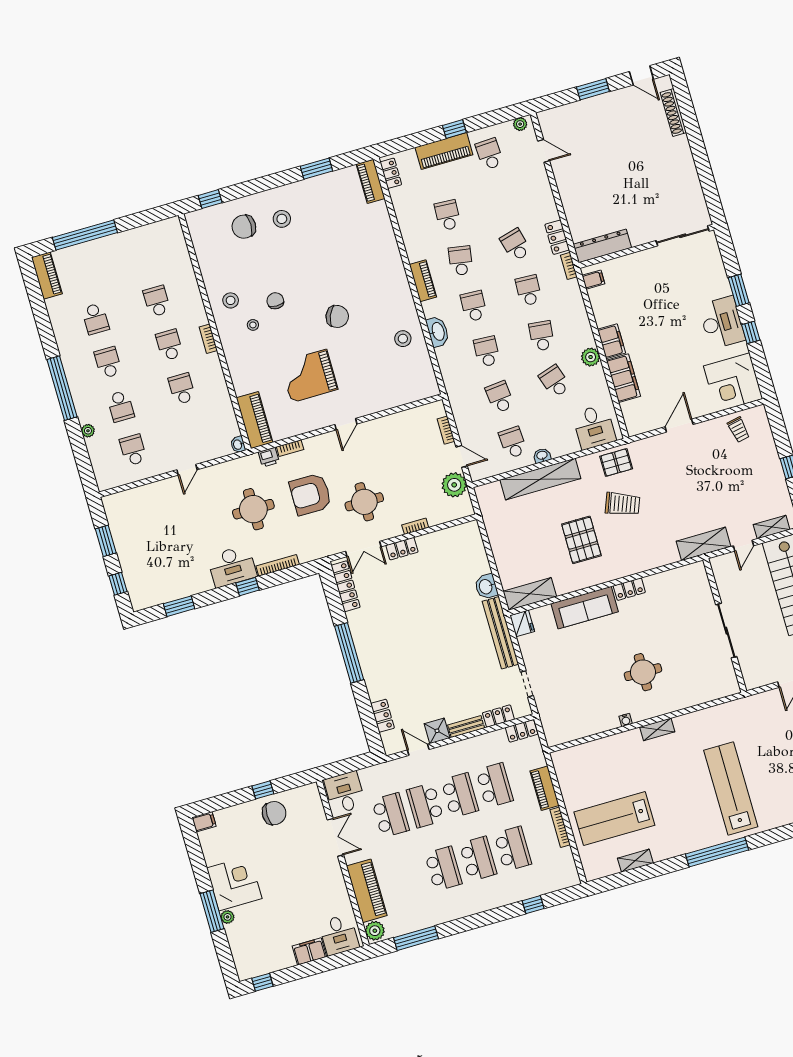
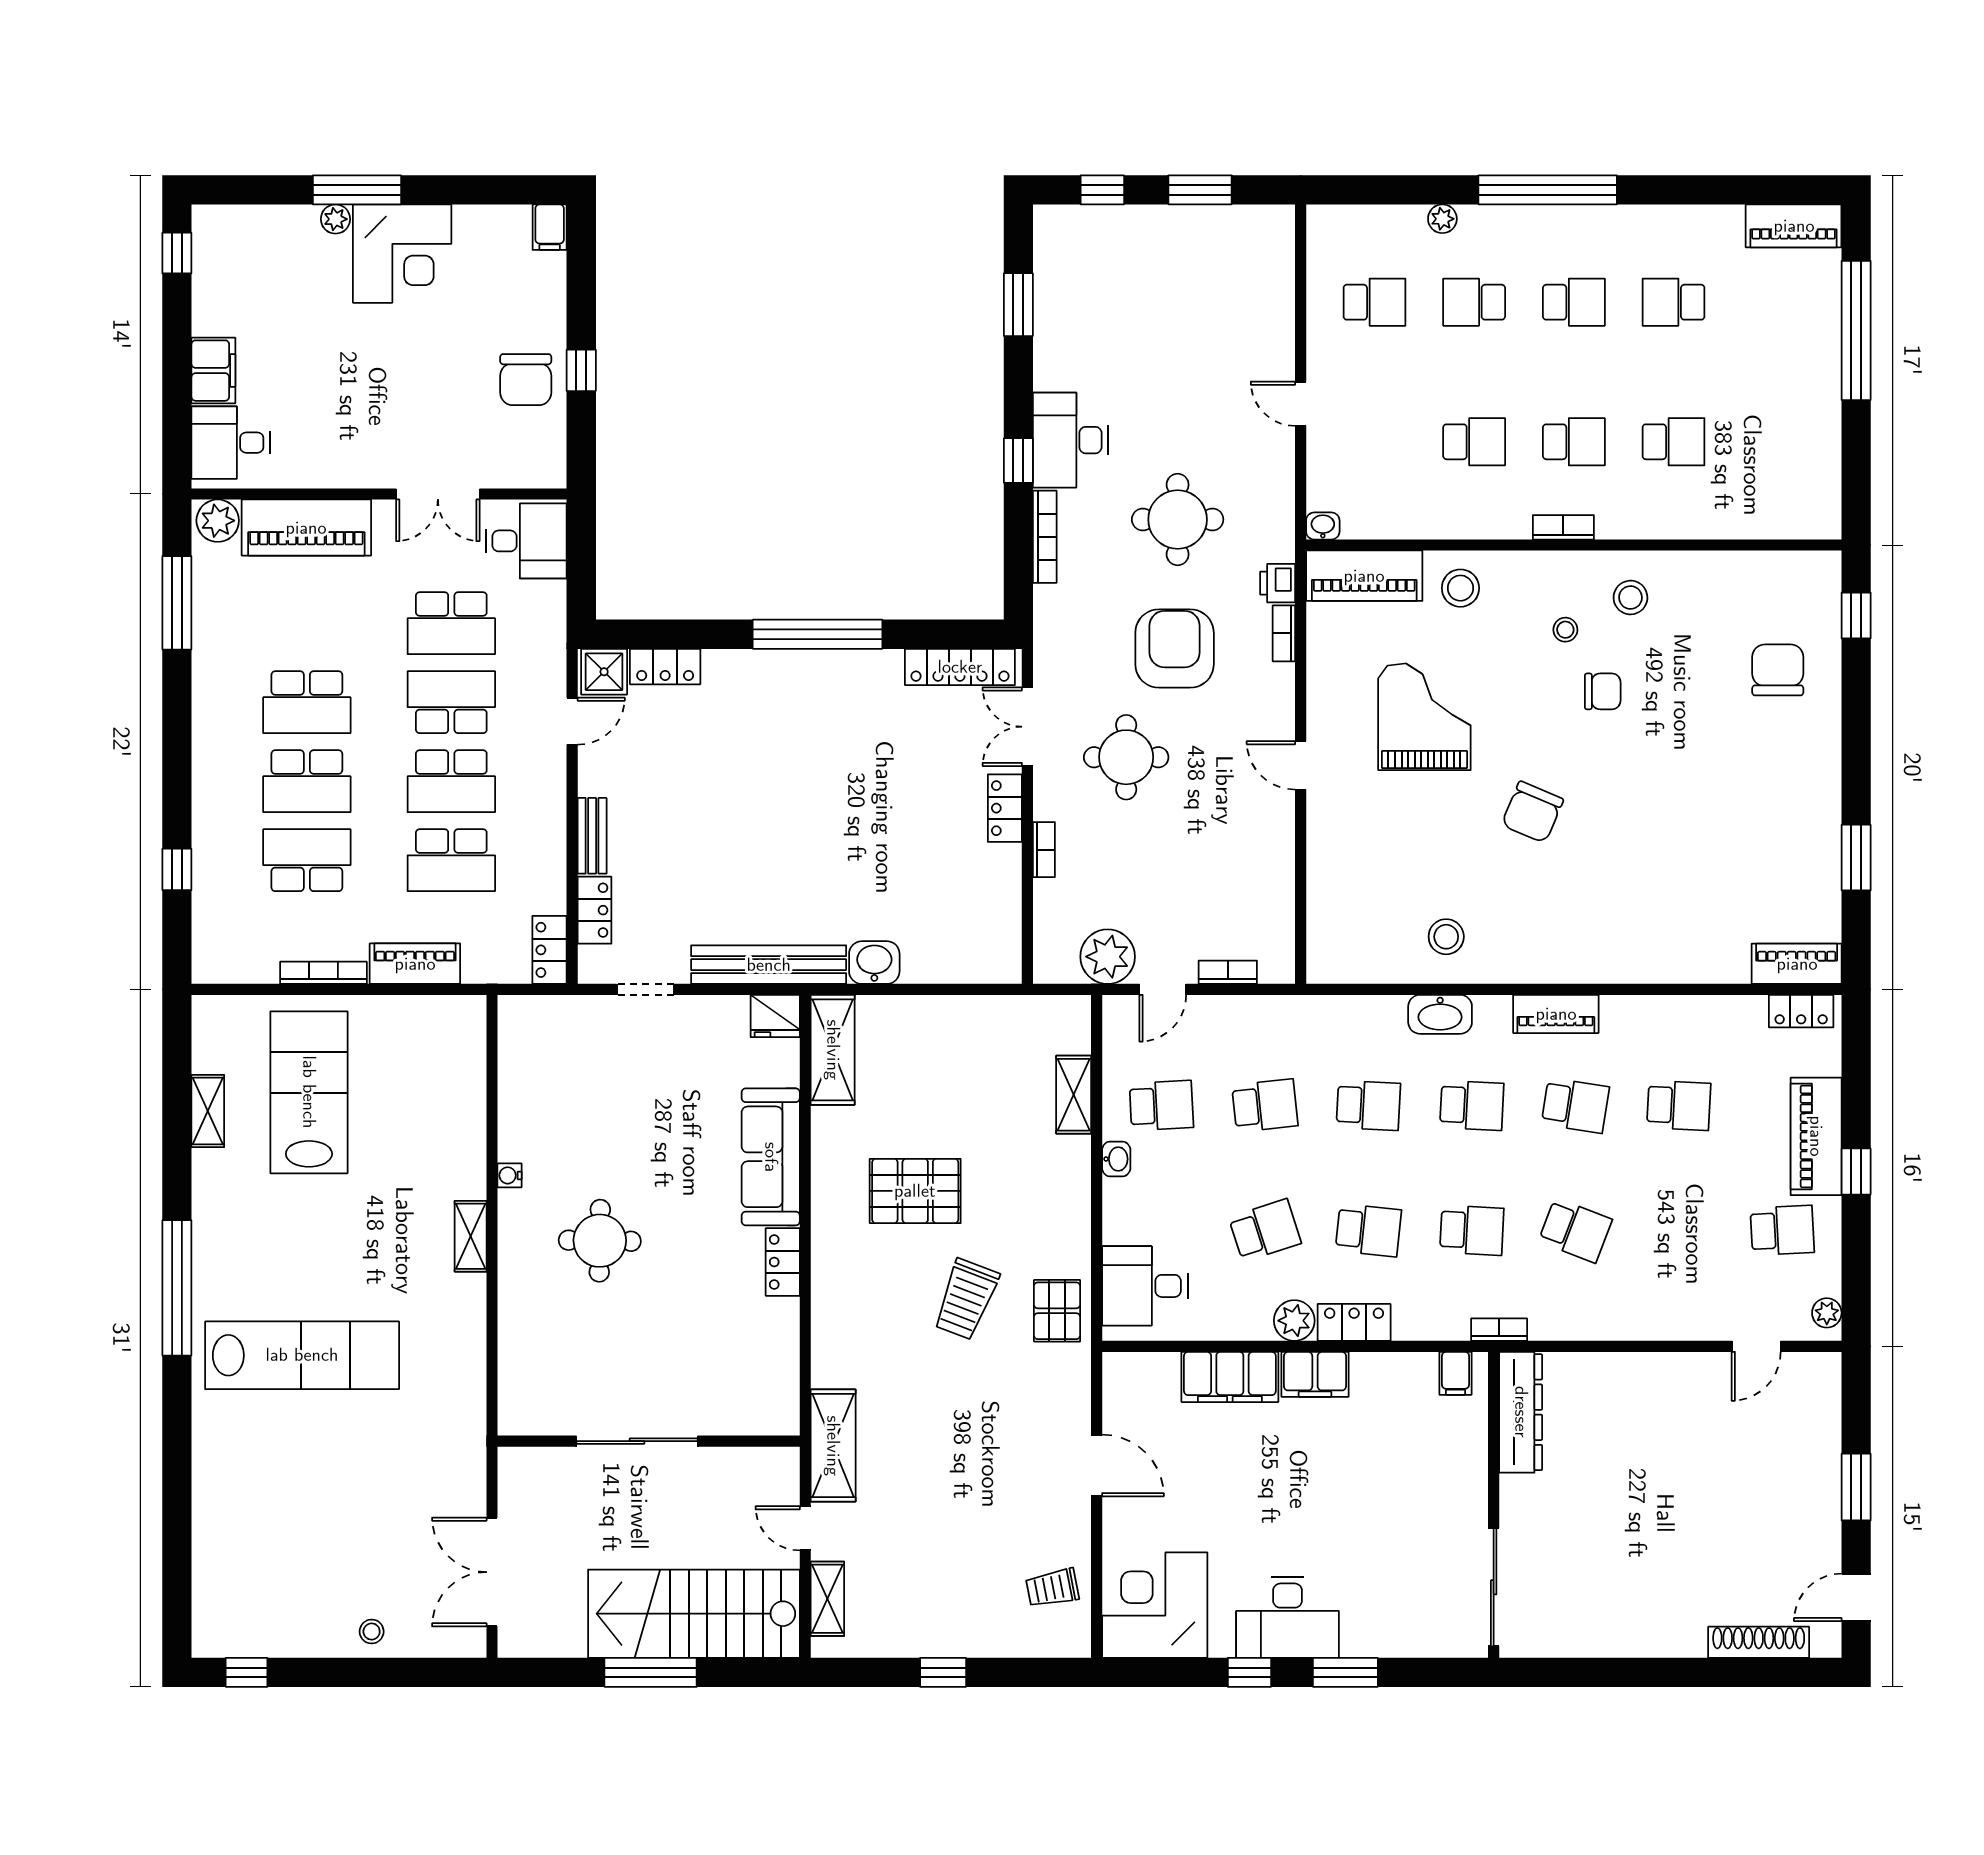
stool: (282, 219) -> (1460, 588), moved
locker: (557, 237) -> (1354, 1322), moved
school desk: (516, 245) -> (1575, 1230), turned 36
shelving: (540, 479) -> (1074, 1095), width x0.45, depth x0.75
shower: (437, 731) -> (604, 672), moved
school desk: (513, 849) -> (307, 860), turned 180

